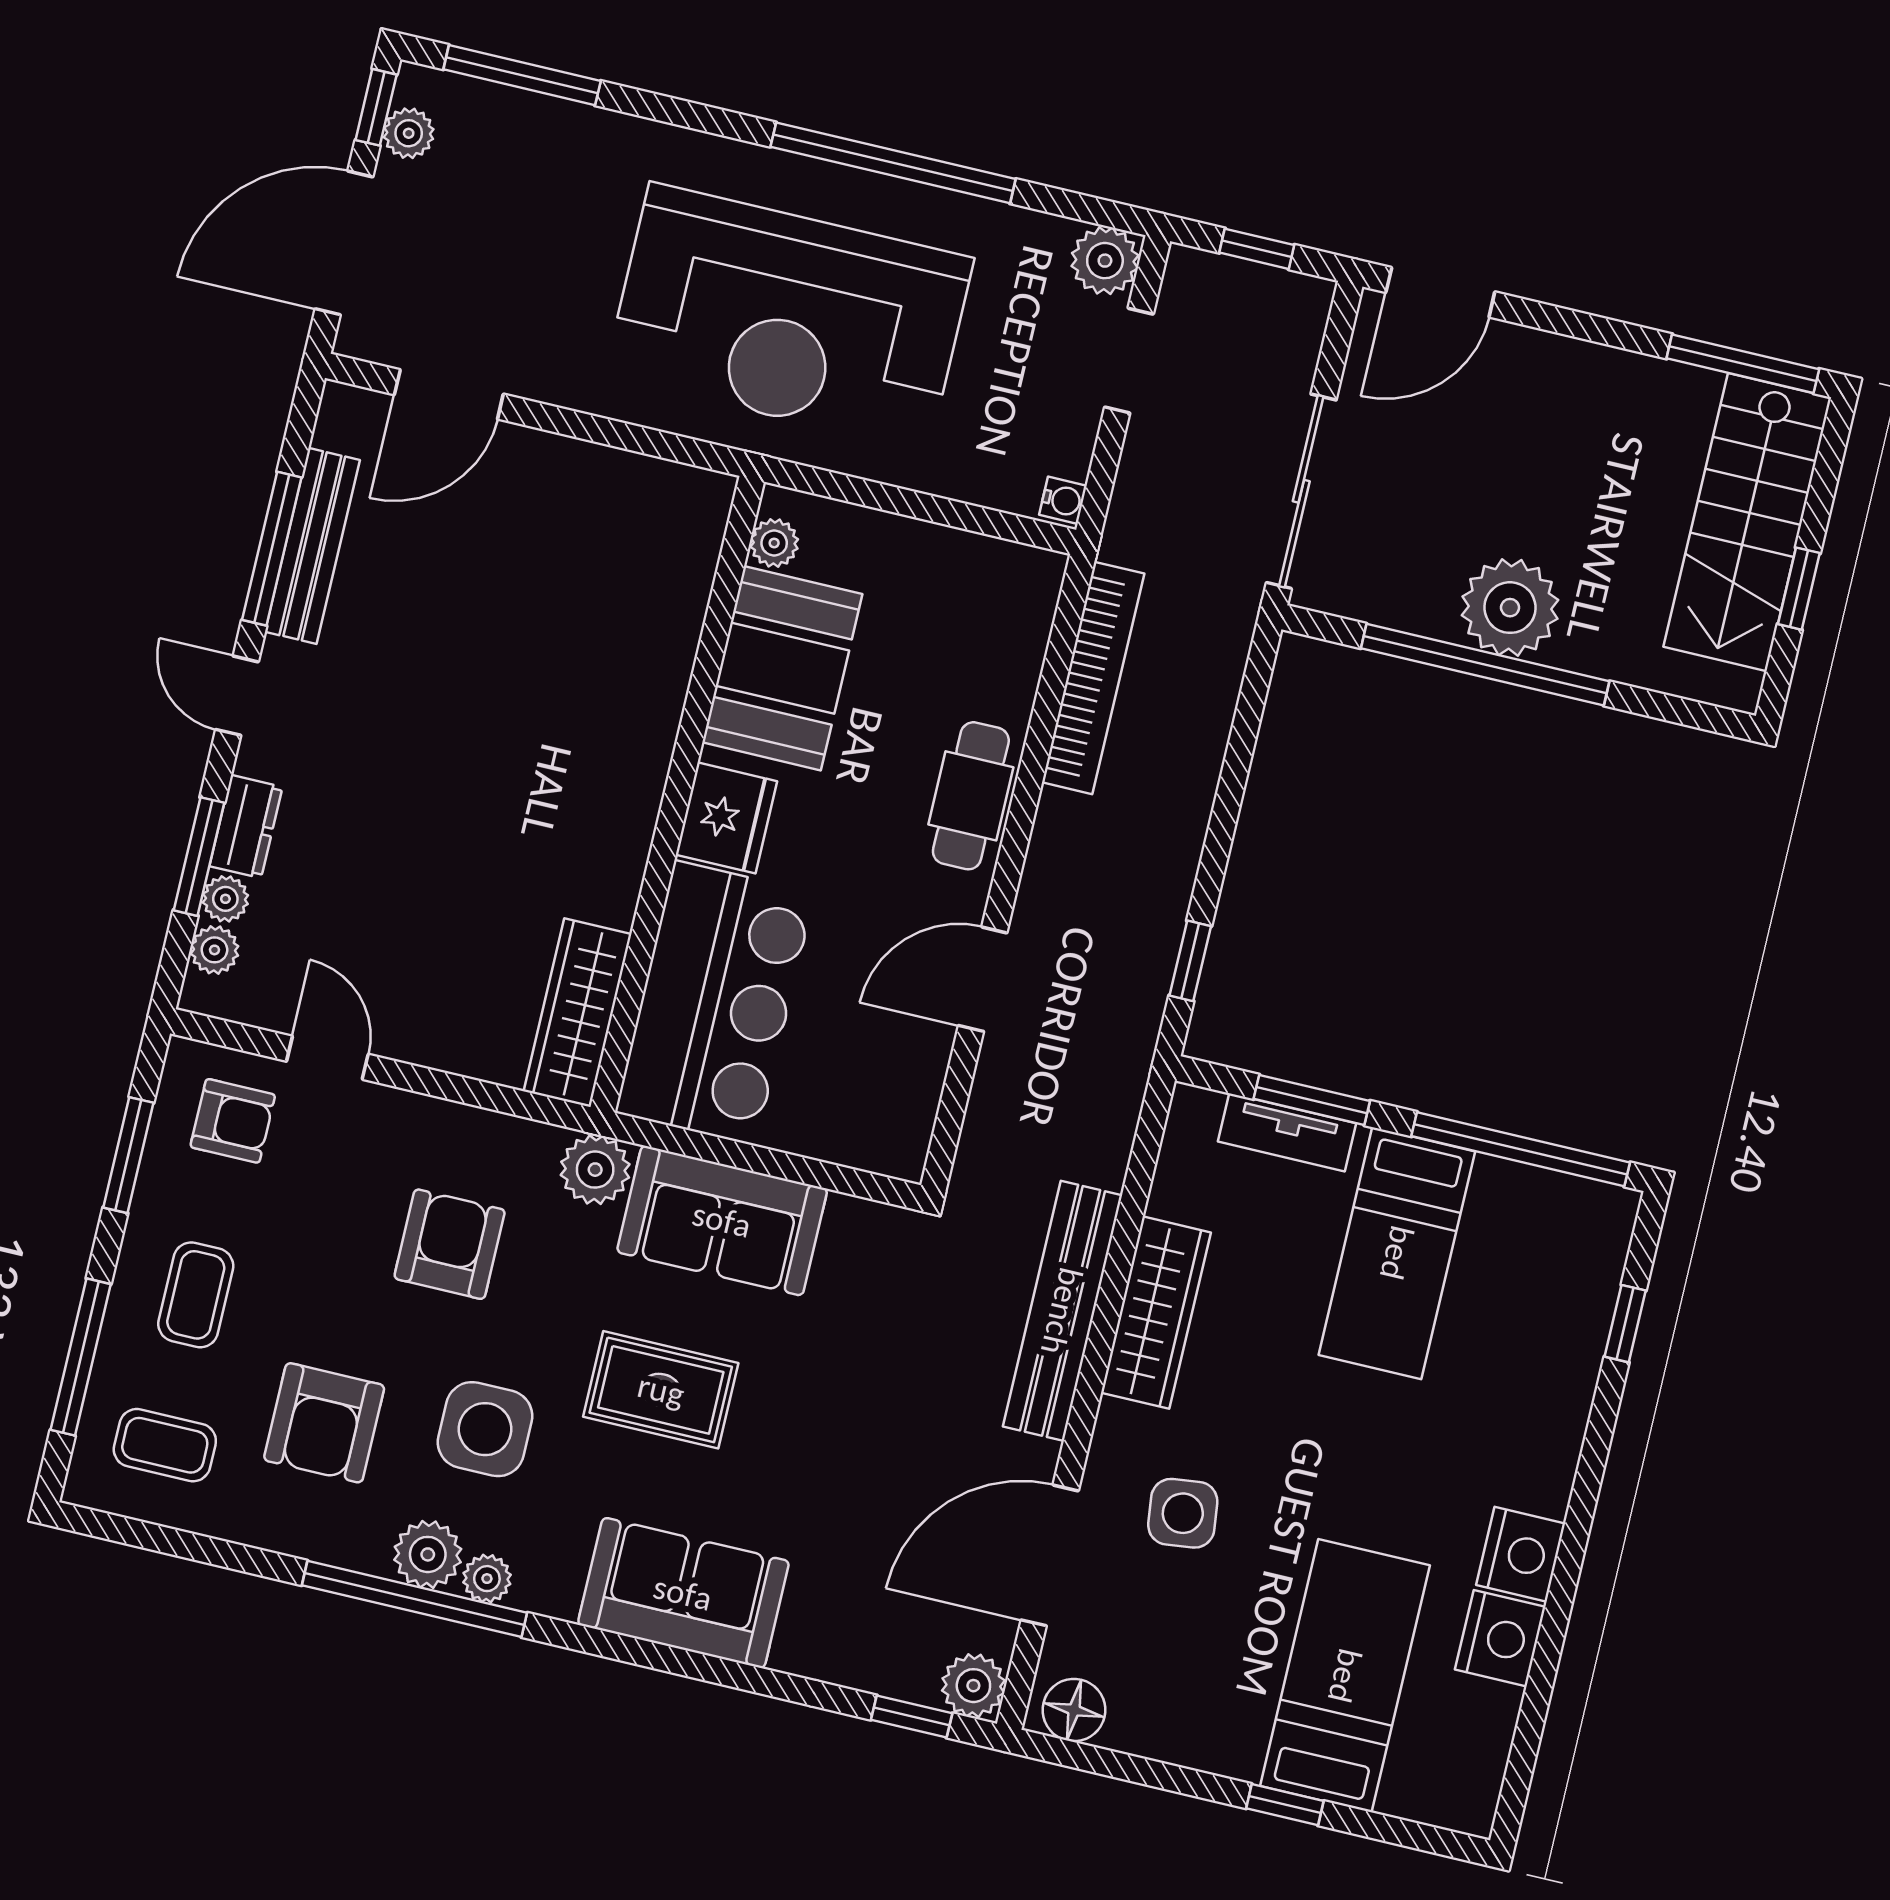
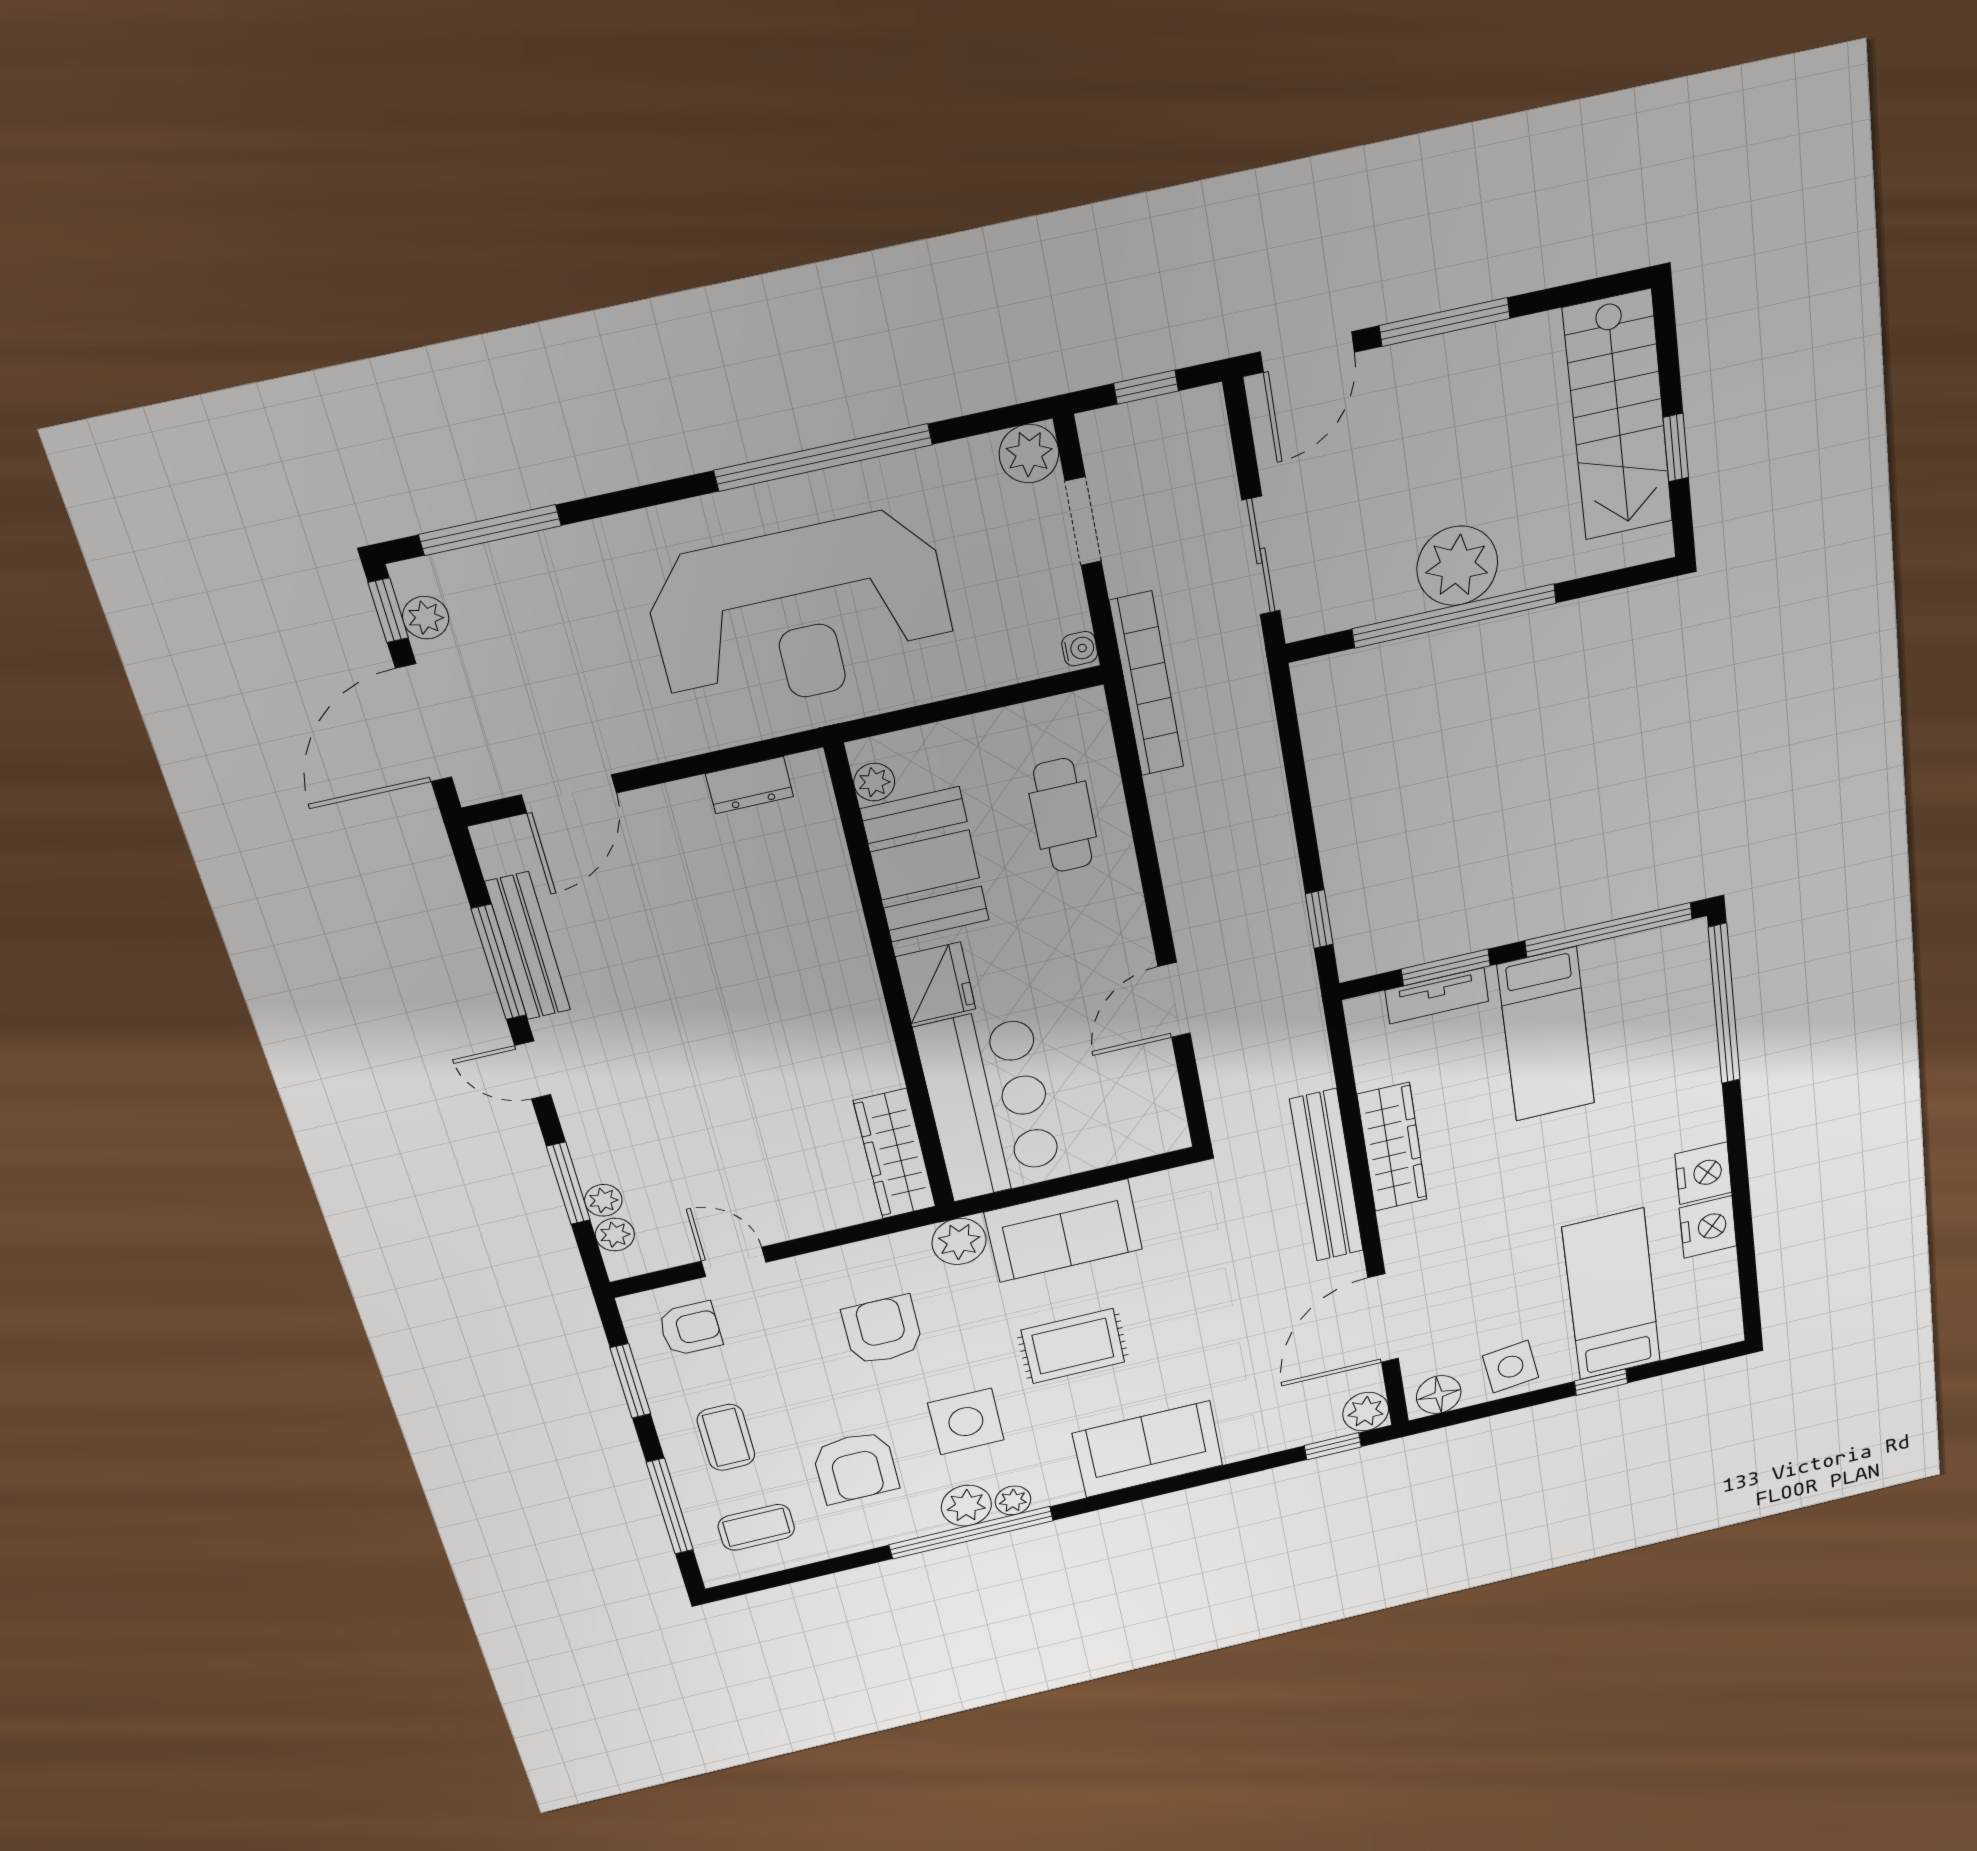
window: (1743, 364) -> (1445, 322), moved
sliding door: (1301, 491) -> (1261, 556), width x0.73
bookcase: (1093, 678) -> (1147, 684), moved
cafe table: (971, 796) -> (1063, 815), moved
dresser: (246, 827) -> (749, 785), moved, turned 90
window: (1625, 1324) -> (1724, 1004), width x3.17
side table: (1183, 1513) -> (1511, 1367), moved

